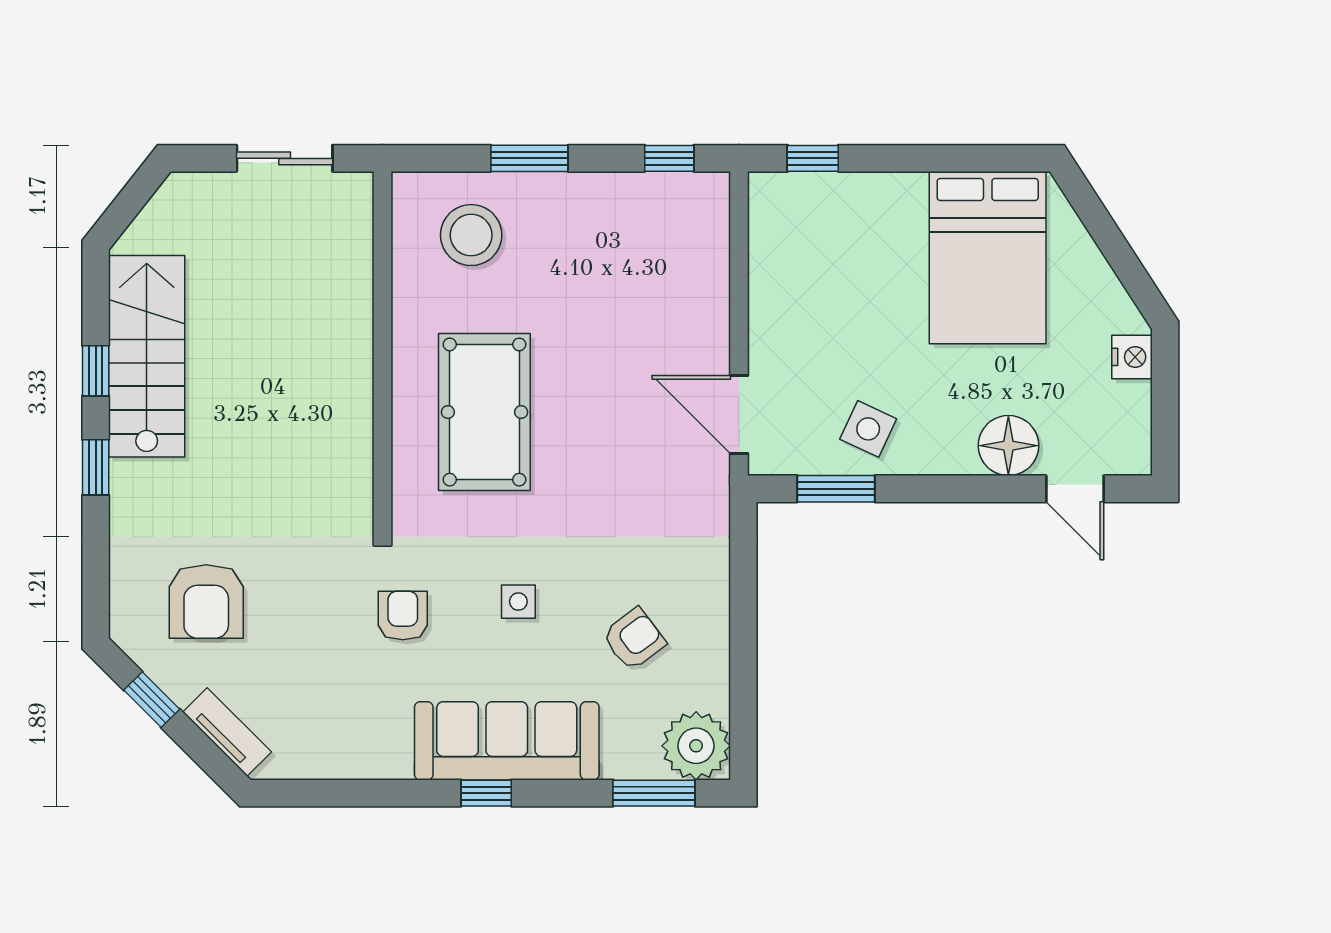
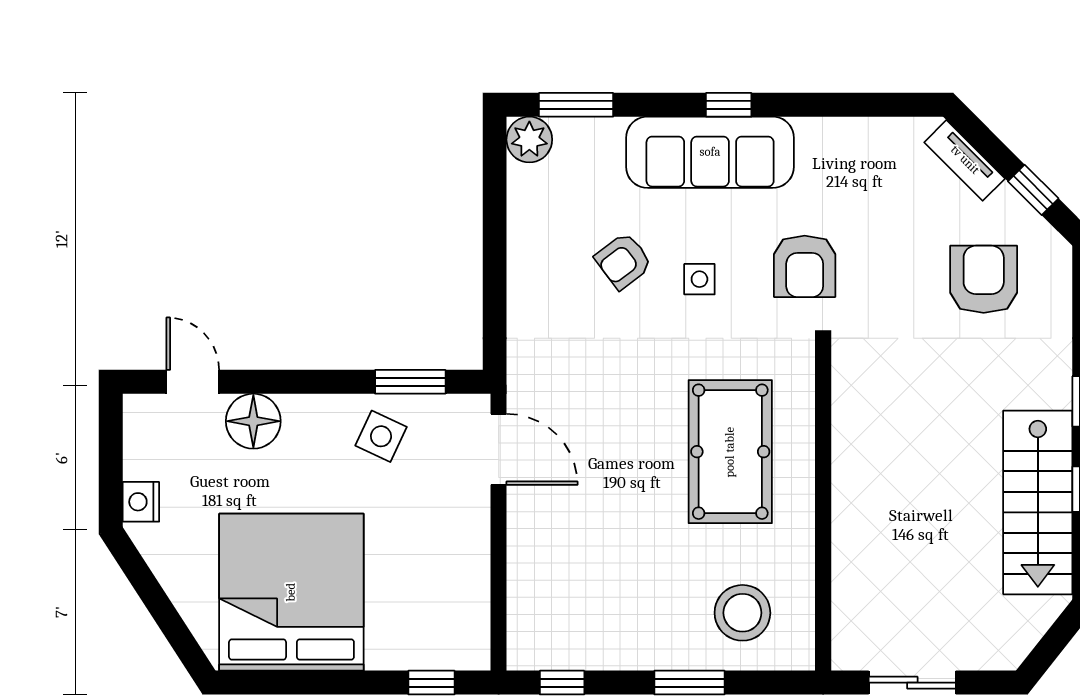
bed: (988, 258) -> (291, 592), width x1.36
armchair: (403, 616) -> (805, 266), width x1.38, depth x1.38
armchair: (634, 639) -> (623, 261), moved
plant: (696, 746) -> (529, 140), width x0.73, depth x0.73

